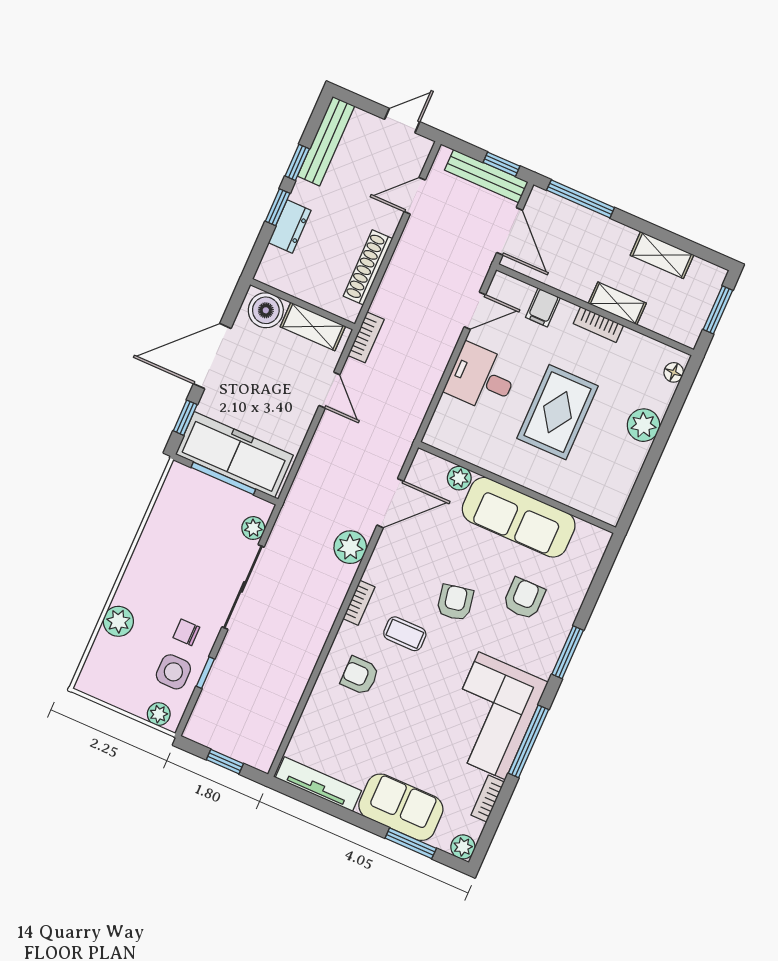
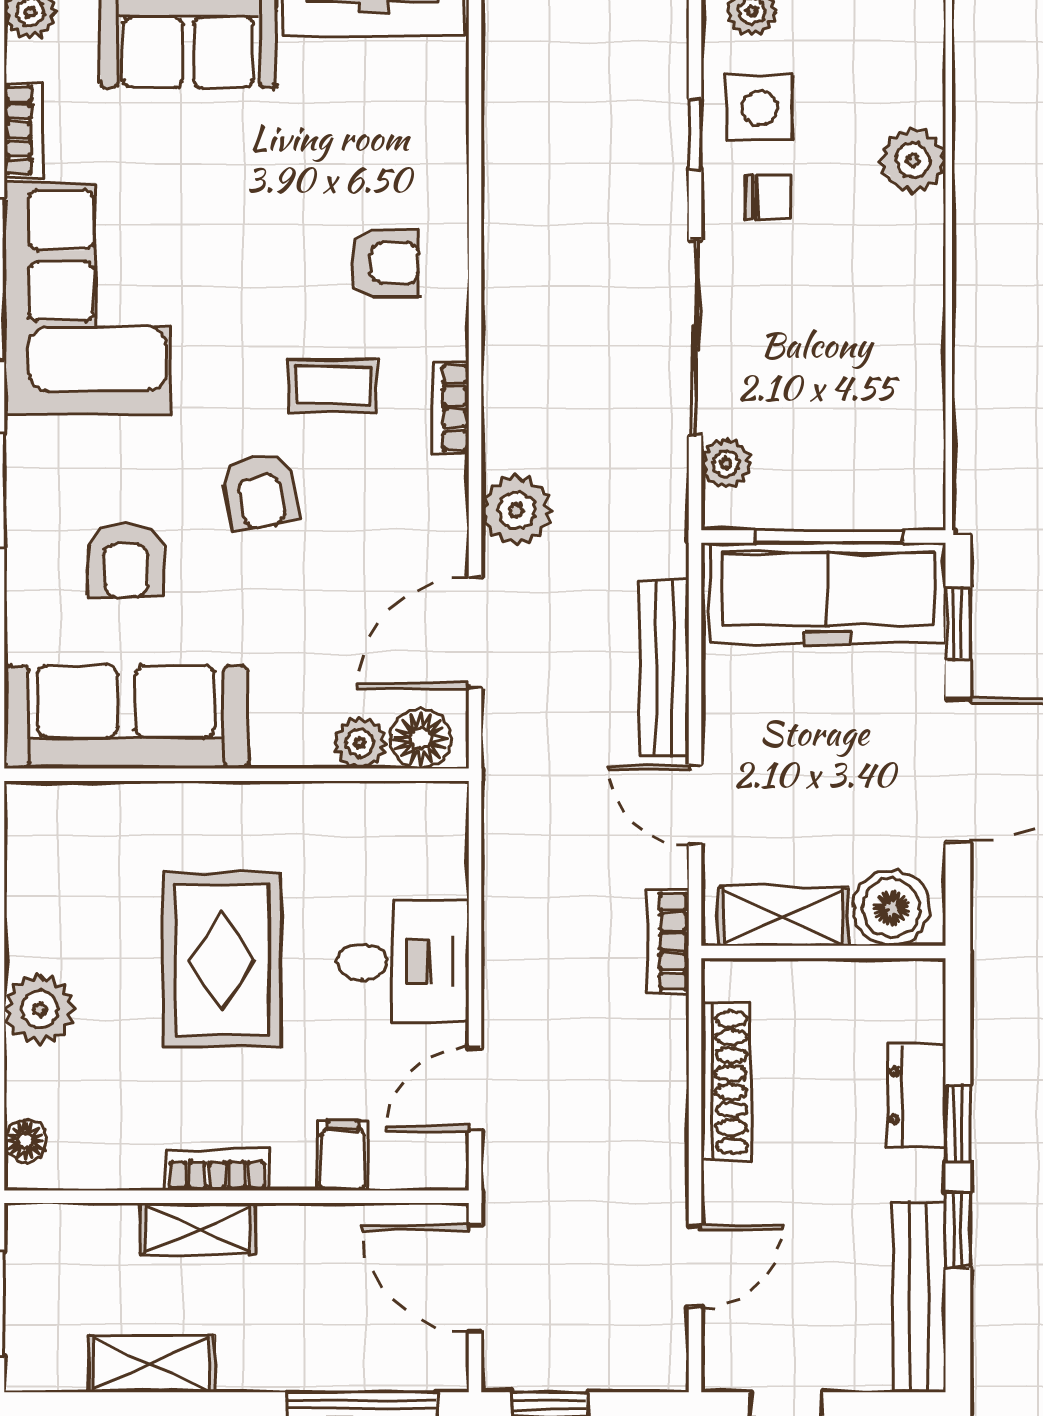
bench: (486, 176) -> (664, 668), moved, turned 90
floor lamp: (433, 469) -> (420, 739), added
sofa: (519, 517) -> (126, 717), moved

